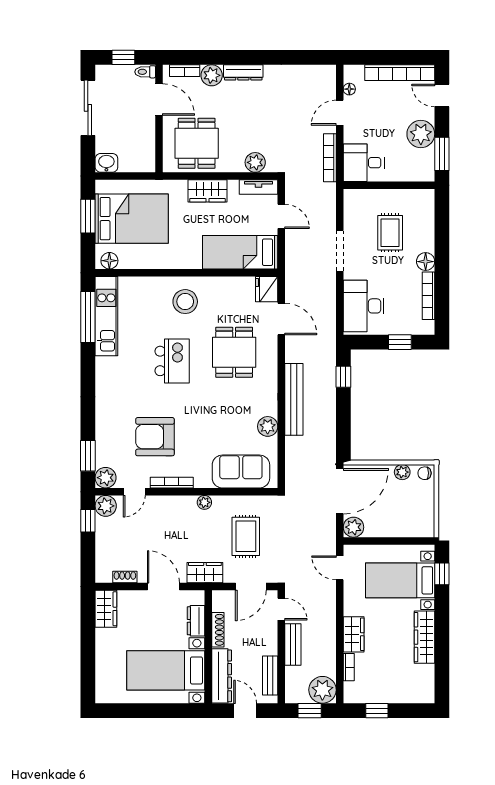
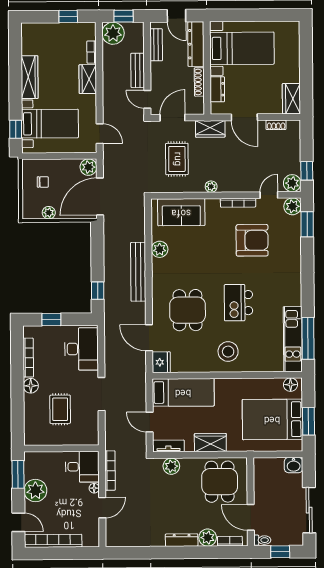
floor lamp: (349, 89) -> (94, 488), moved
chair: (425, 473) -> (43, 182), moved

